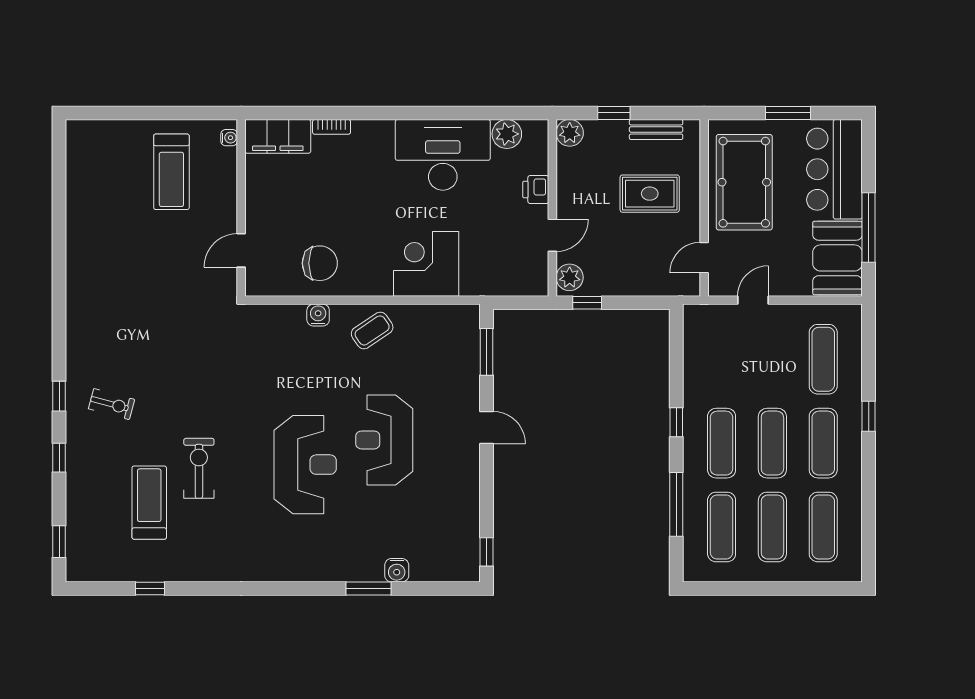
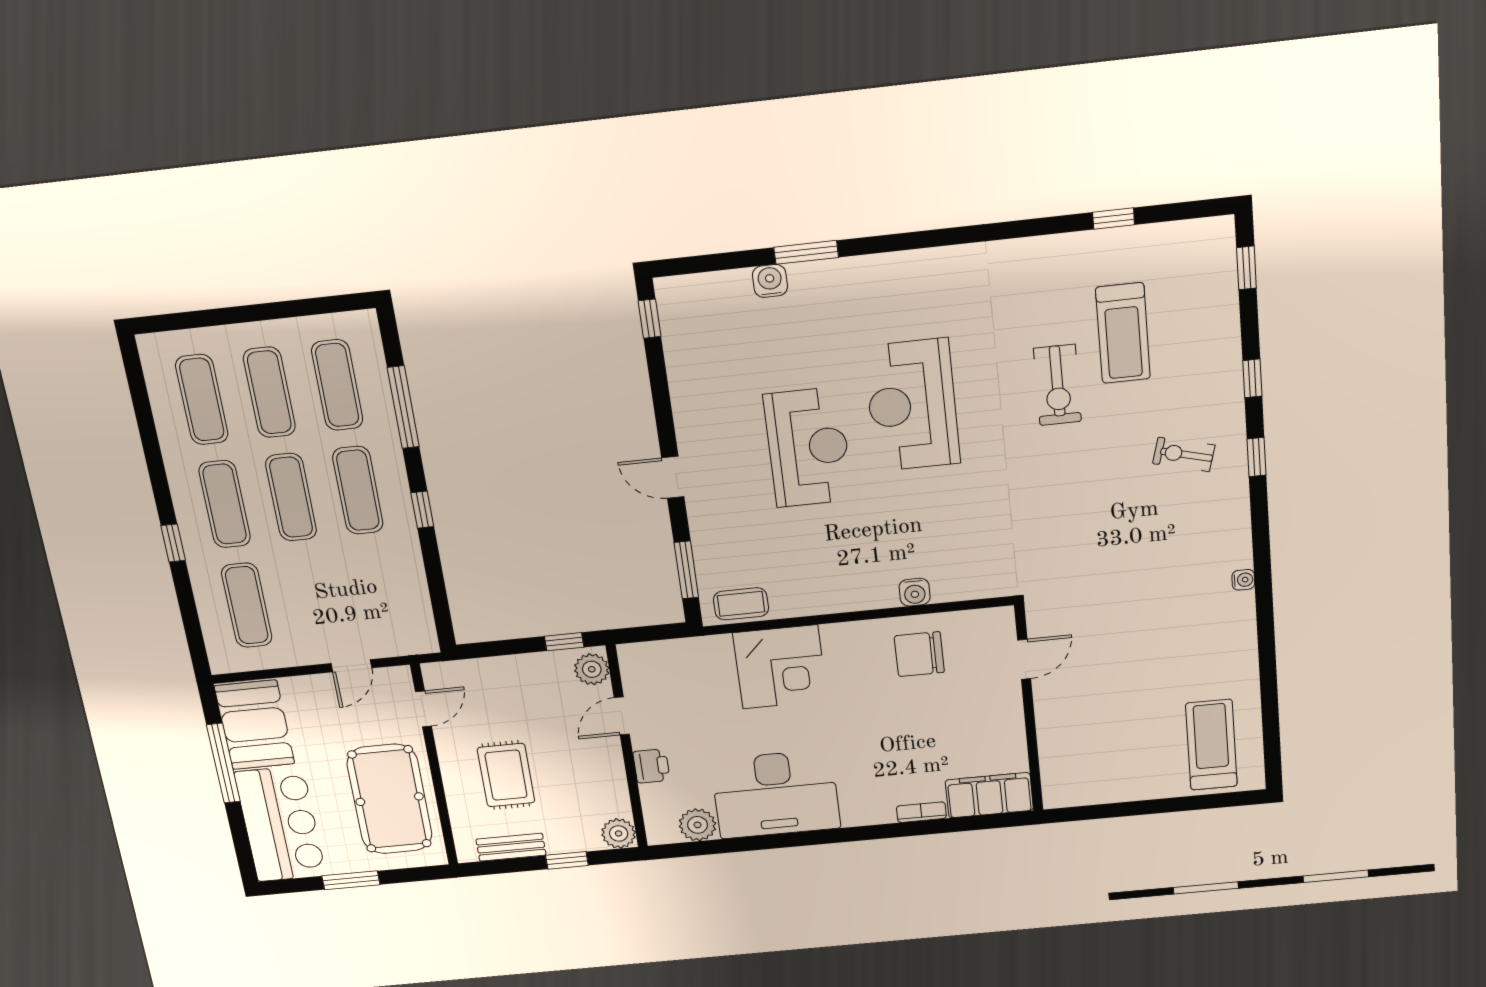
water cooler: (229, 138) -> (1243, 580), moved, turned 180
treadmill: (171, 172) -> (1211, 745), moved
rug: (650, 194) -> (506, 775), turned 90
coffee table: (372, 330) -> (741, 604), moved, turned 34

